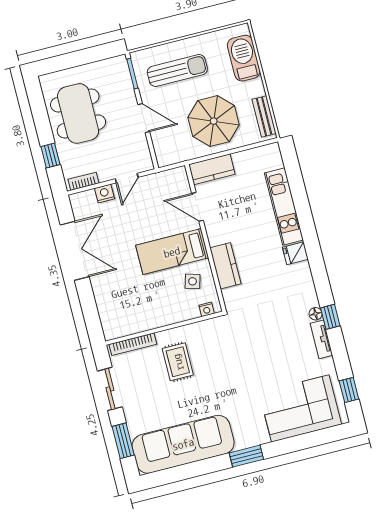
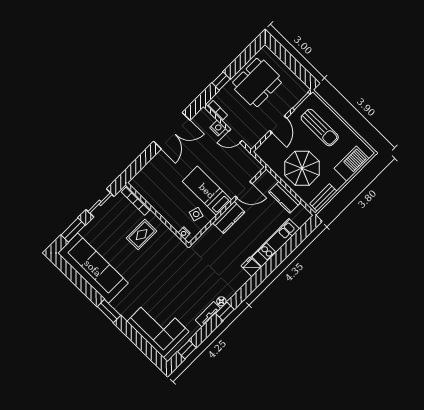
kitchen counter: (212, 169) -> (284, 197), moved
door: (198, 207) -> (244, 190), swing flipped
kitchen counter: (225, 266) -> (229, 218), moved

